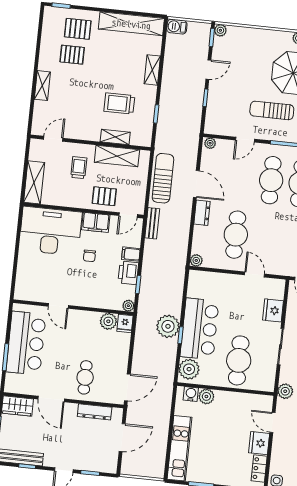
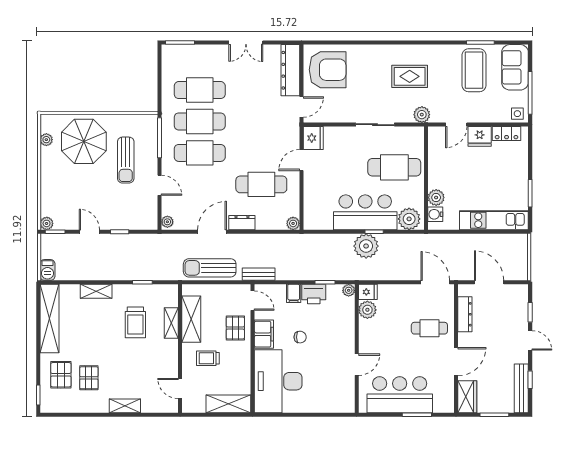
fridge: (273, 310) -> (313, 138), moved, turned -90

